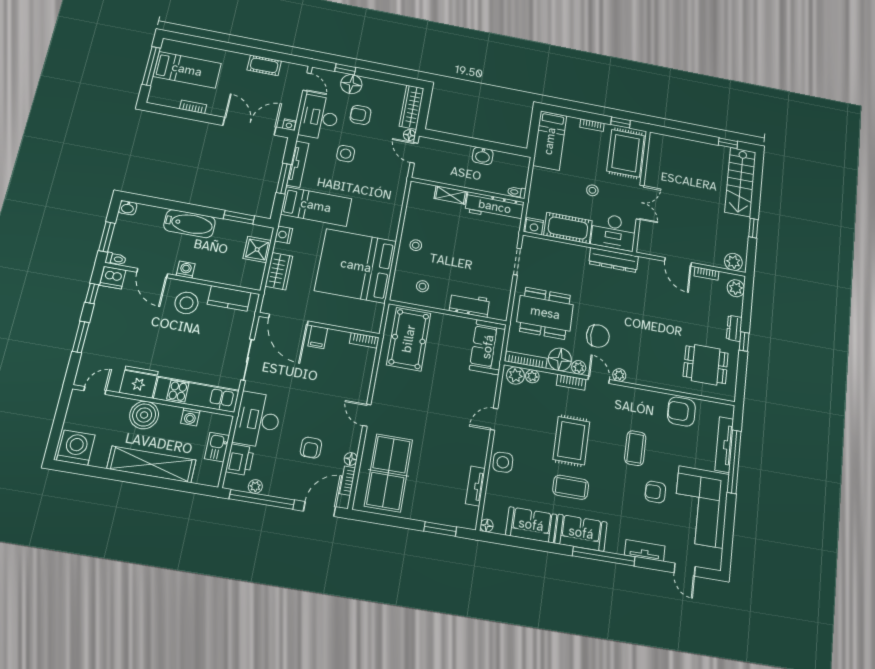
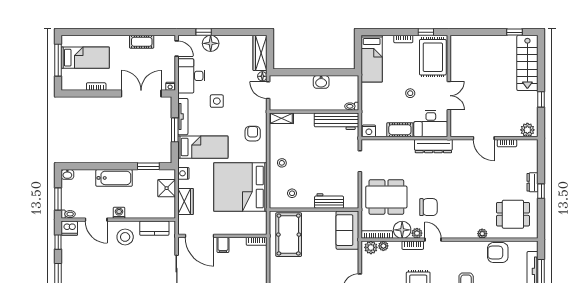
armchair: (360, 115) -> (253, 134), moved, turned 90
shelving: (451, 195) -> (281, 118), moved
cot: (568, 228) -> (400, 130), width x0.73, depth x0.75
plant: (736, 288) -> (531, 151), removed
plant: (619, 375) -> (482, 234), moved

